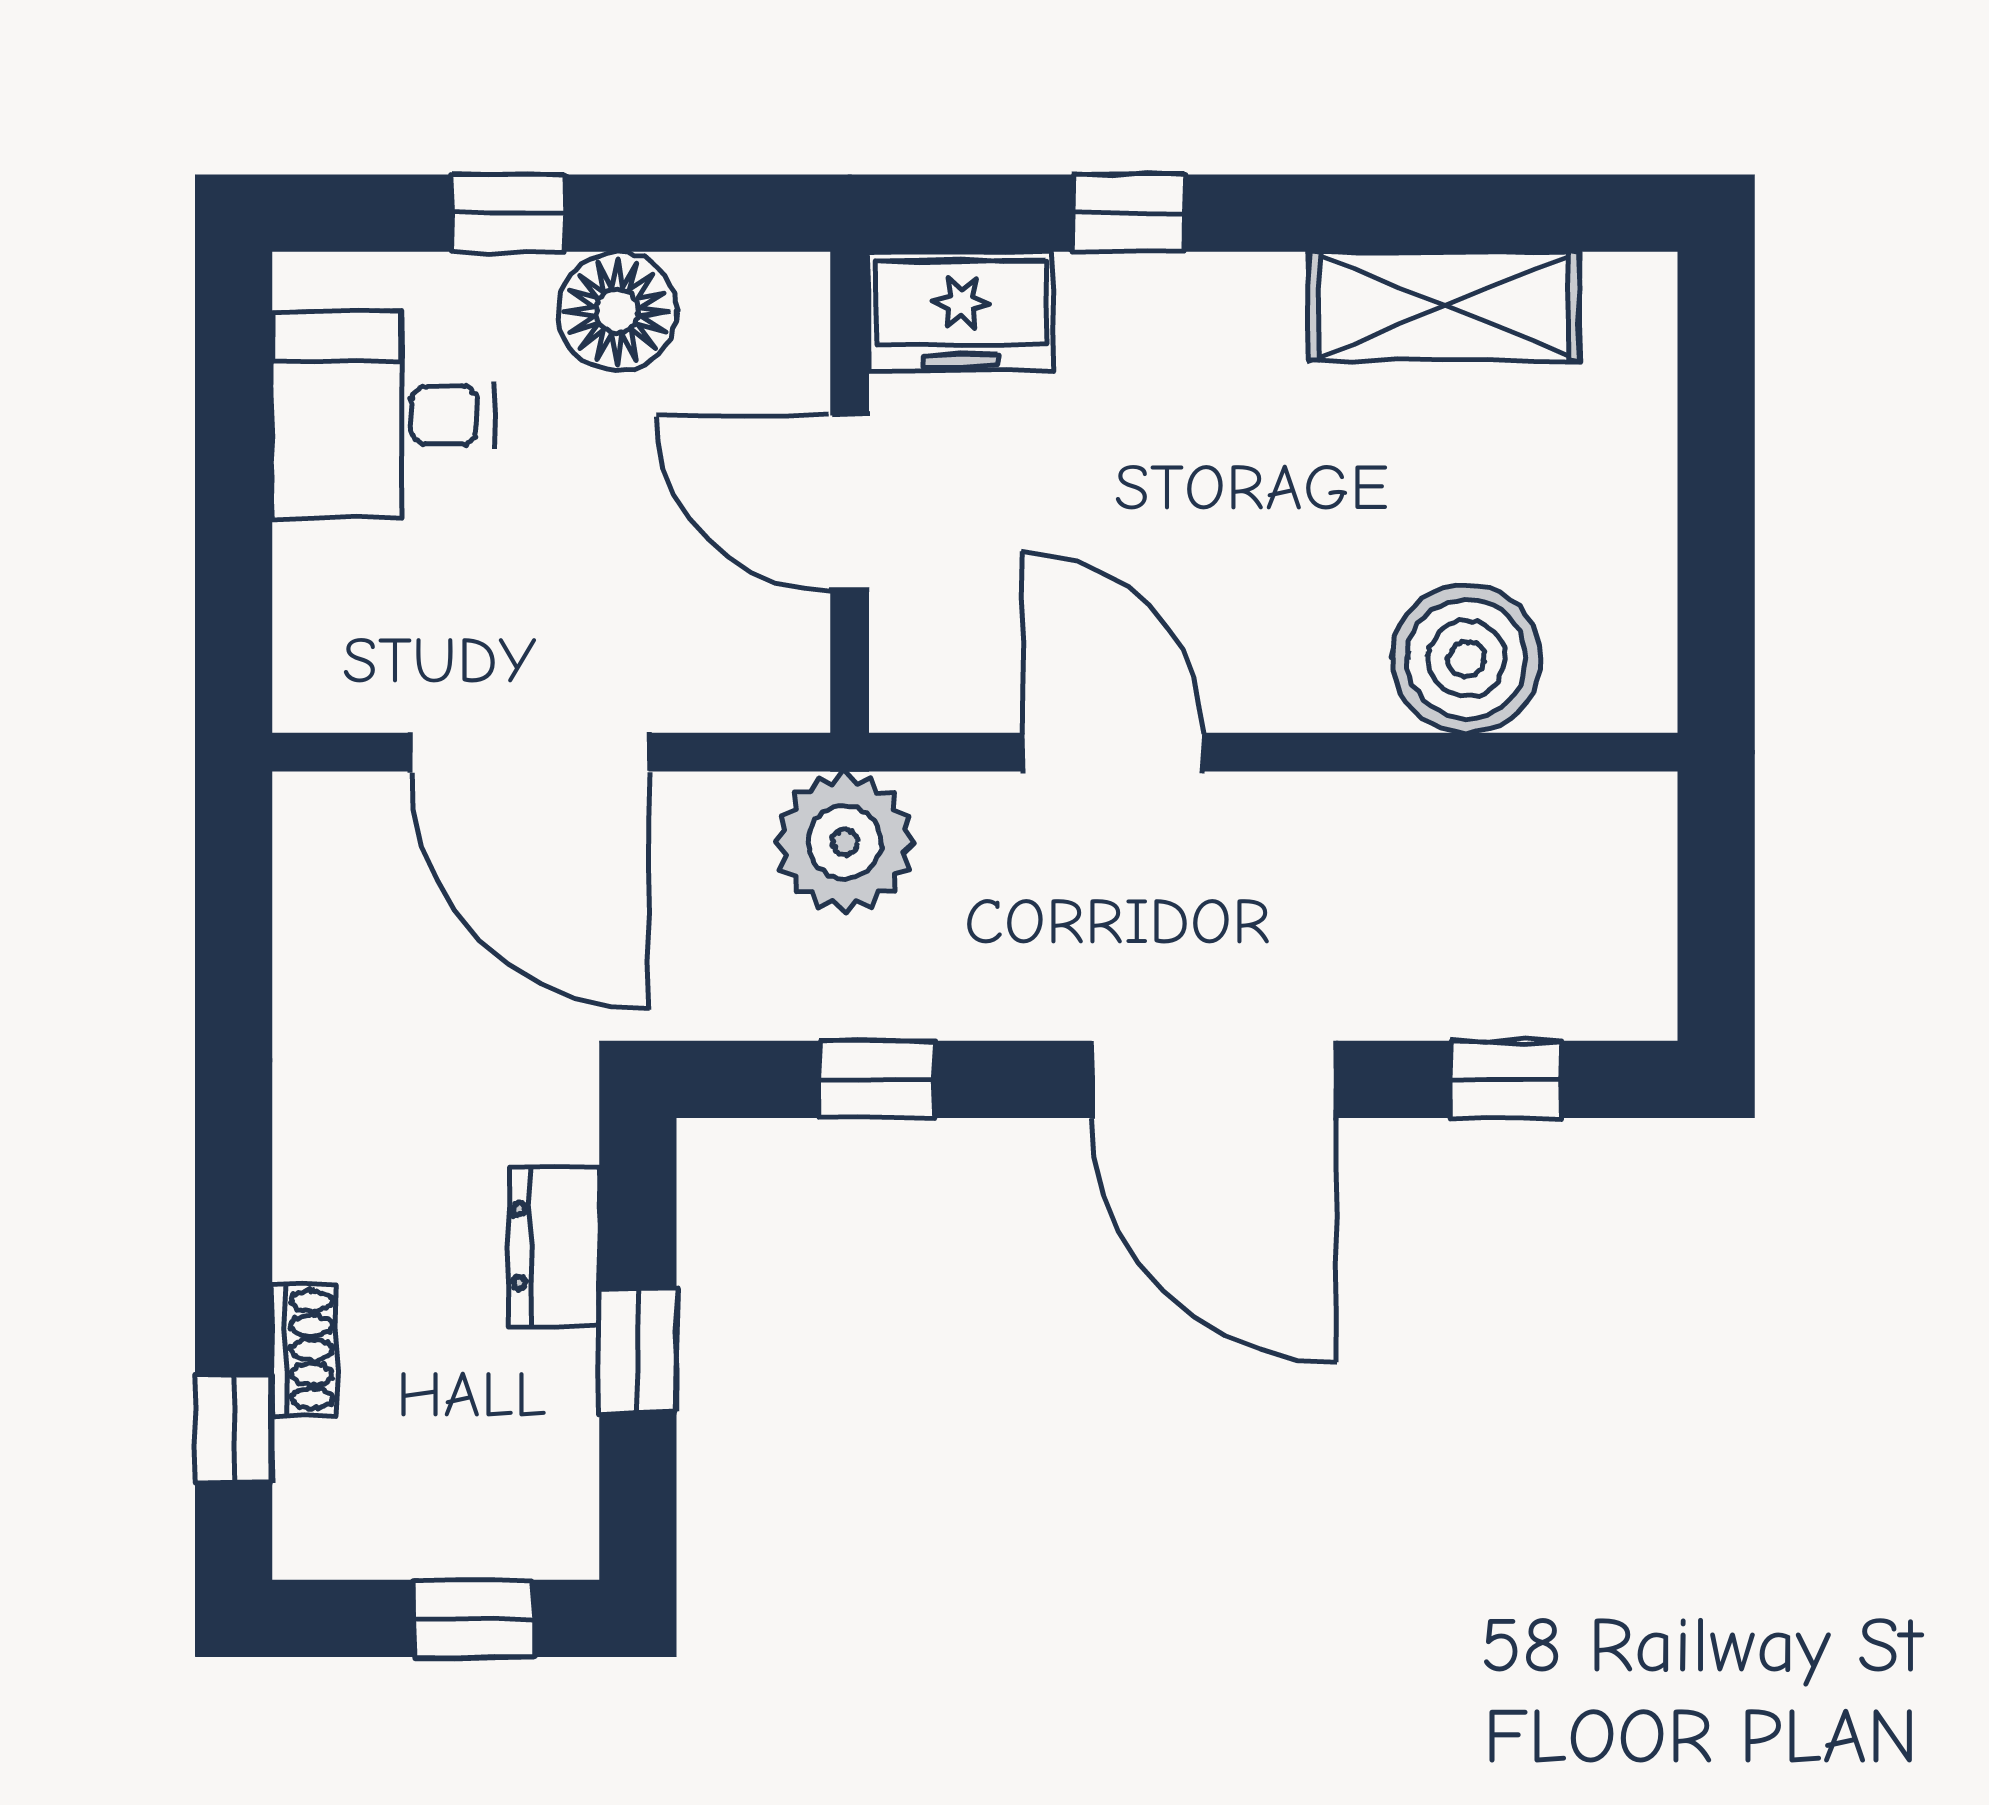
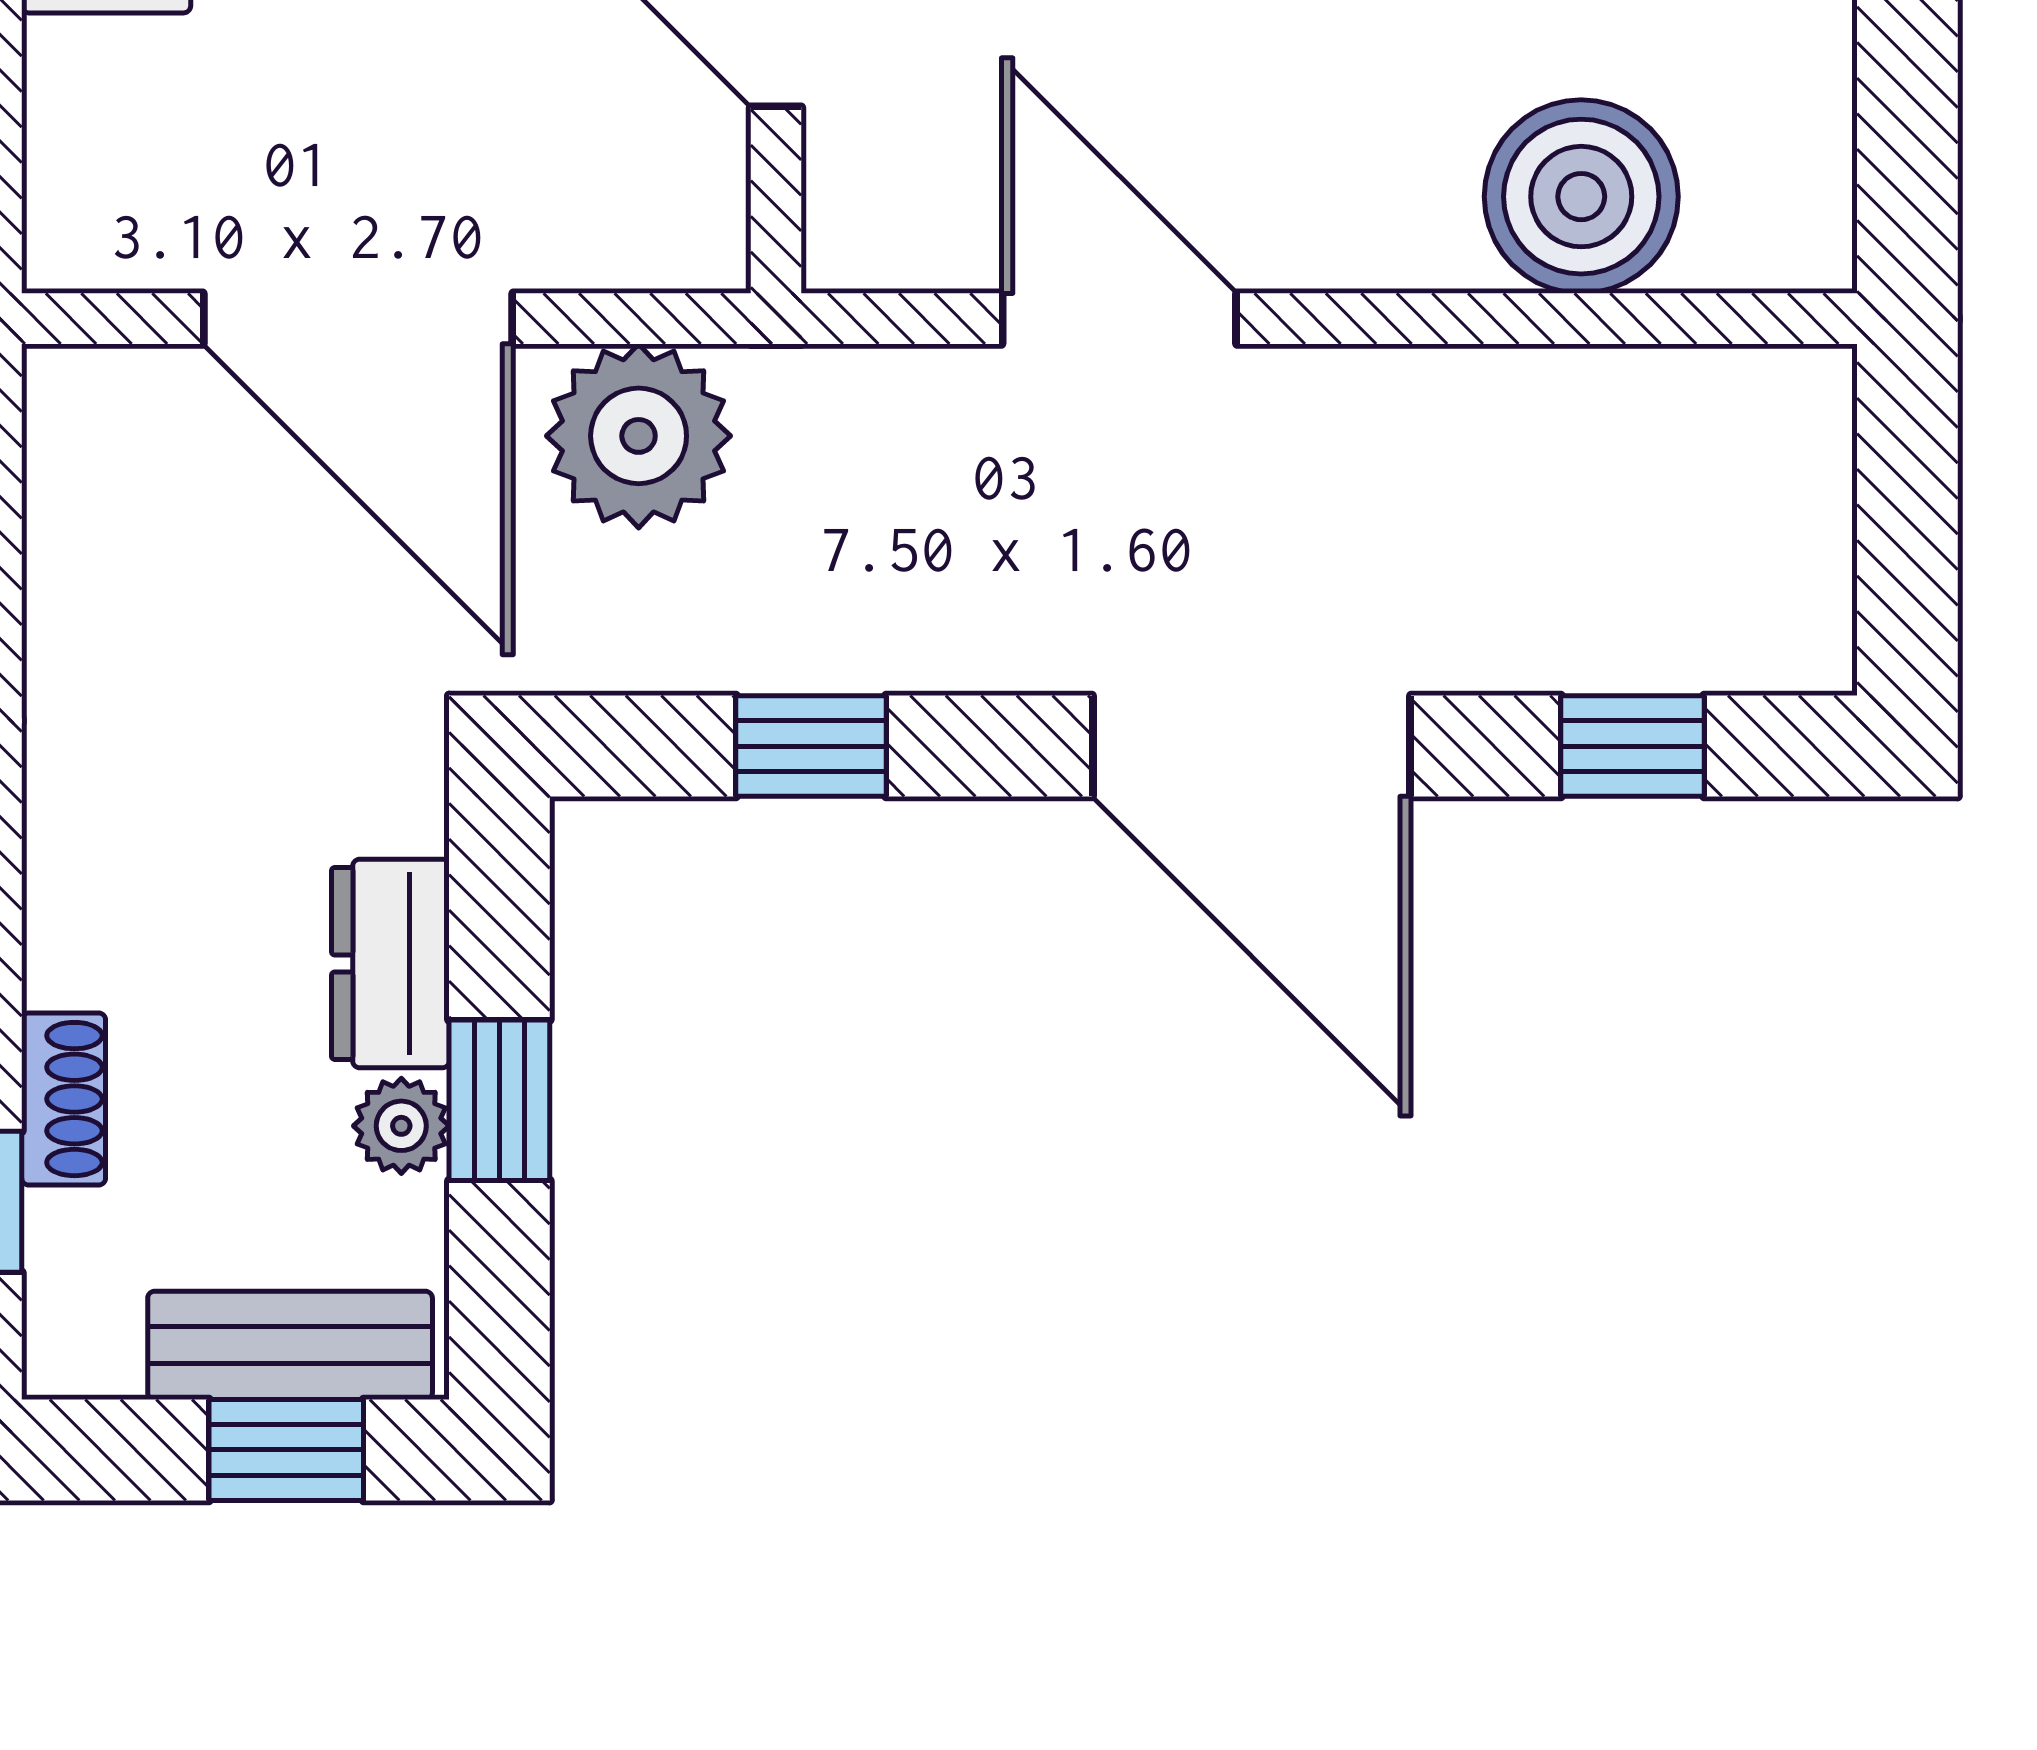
plant: (845, 842) -> (639, 436), moved
plant: (563, 1370) -> (401, 1126), added
bench: (478, 1538) -> (290, 1345), added

